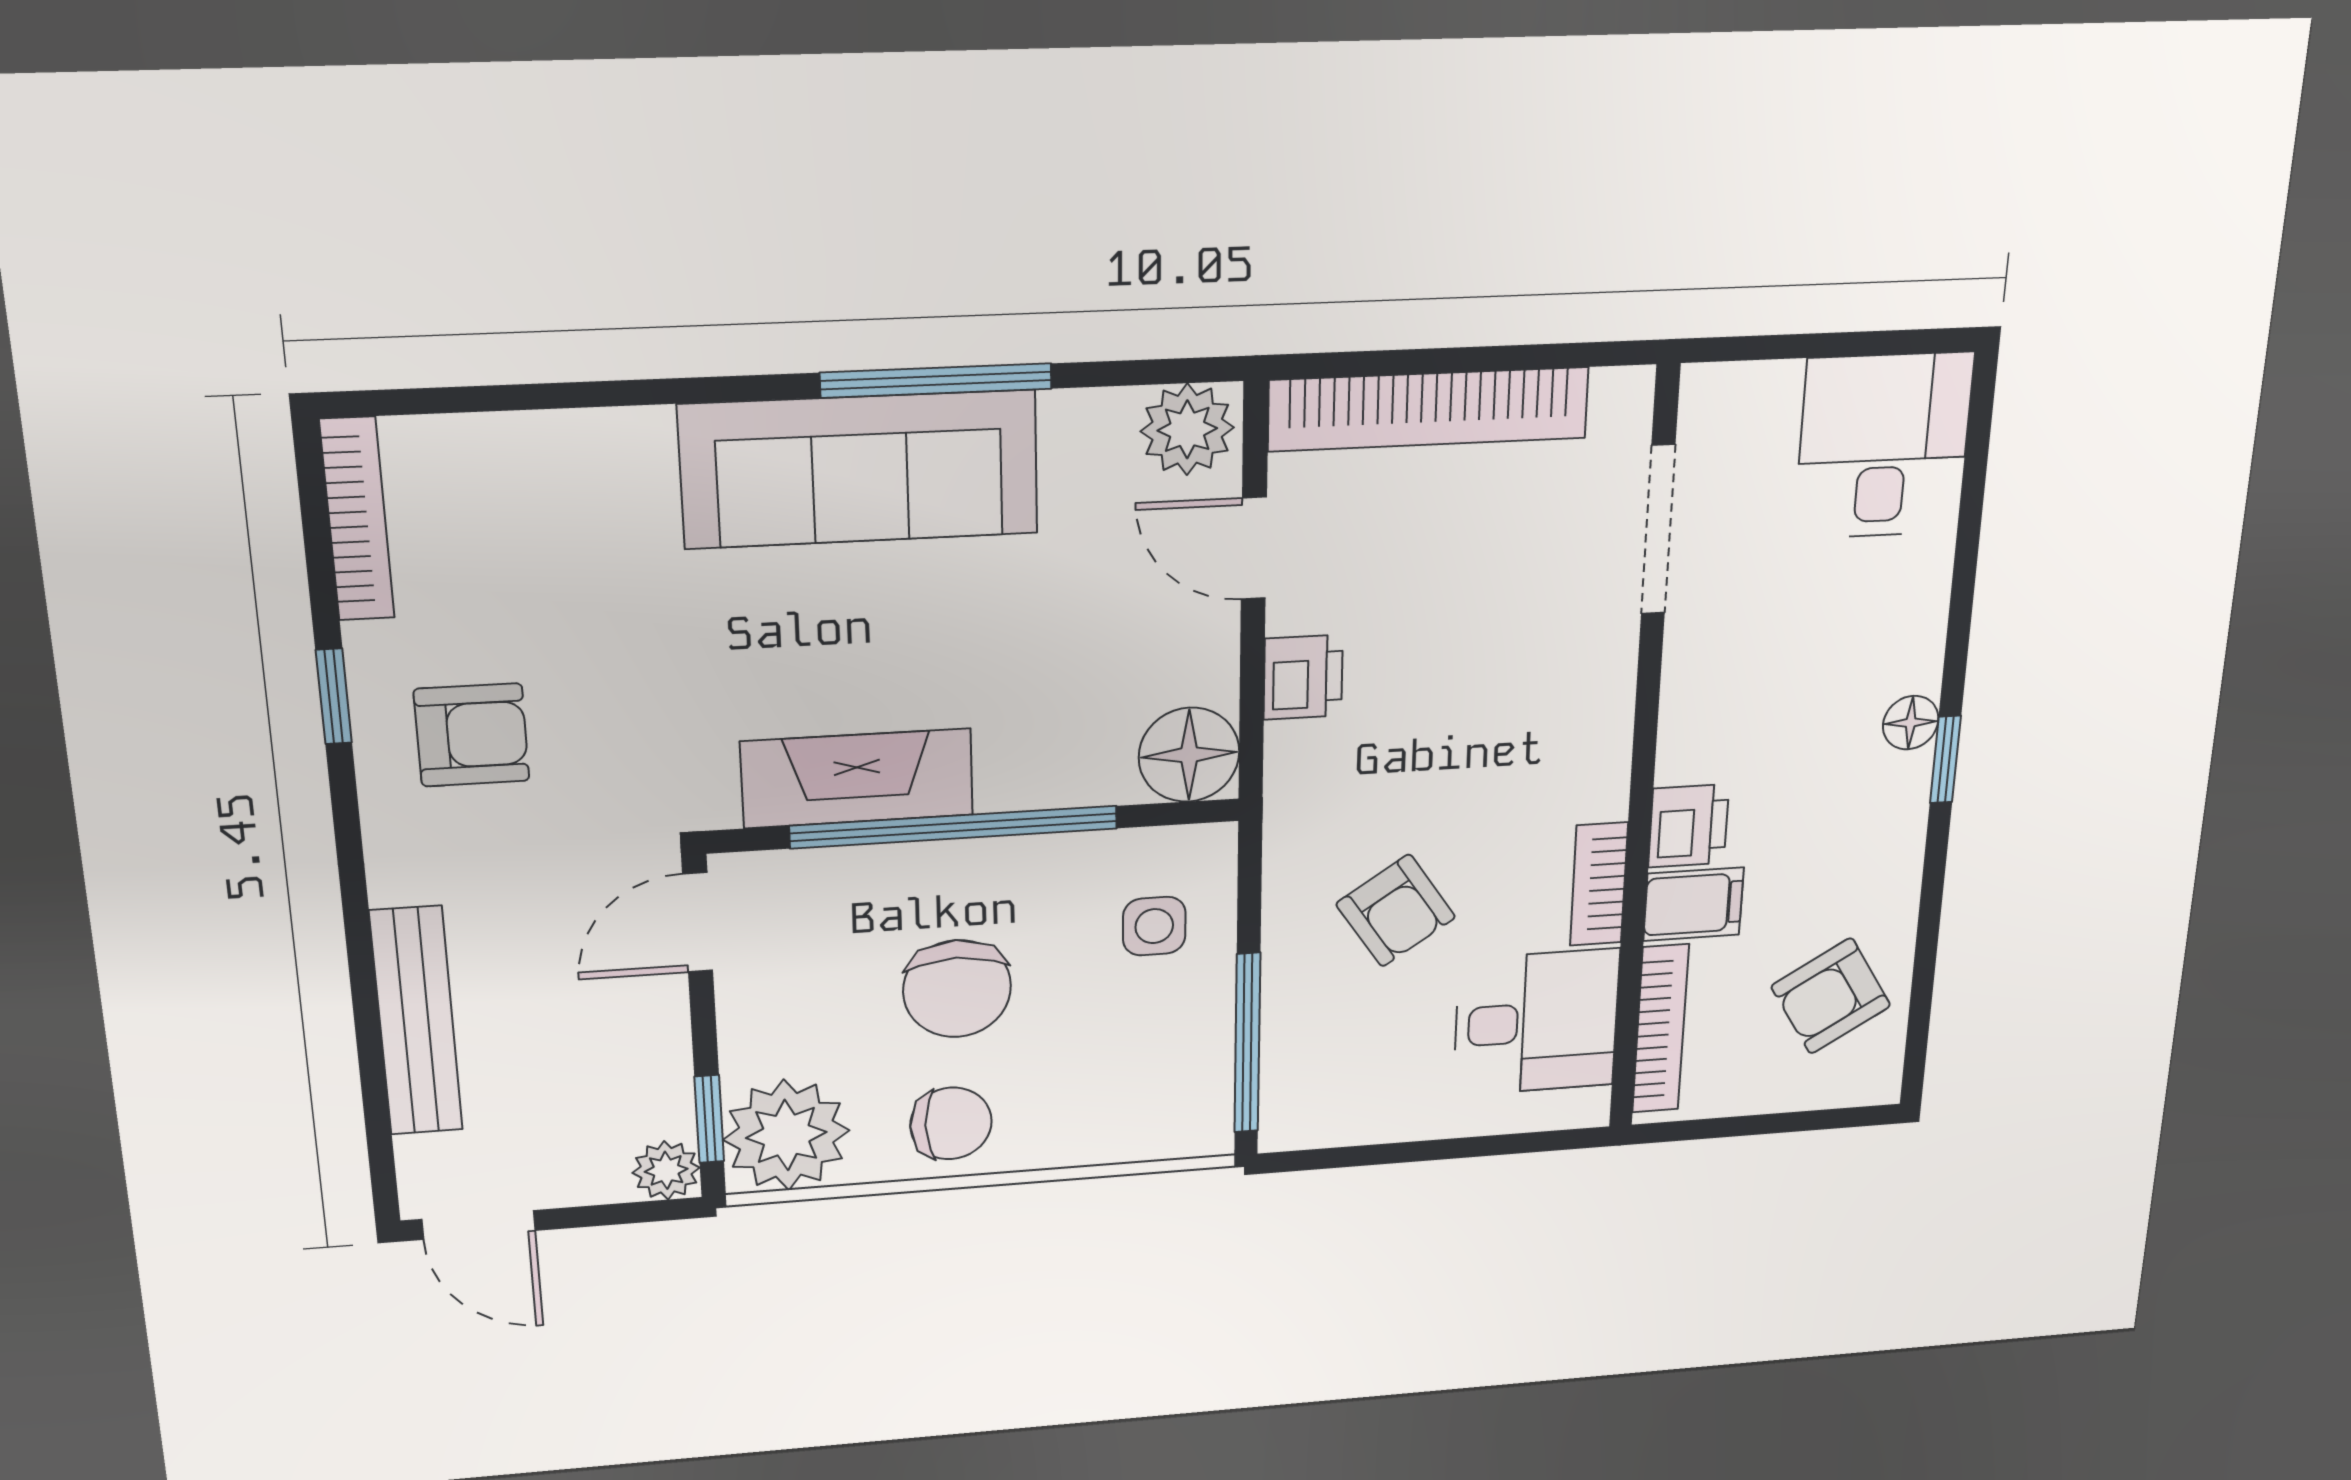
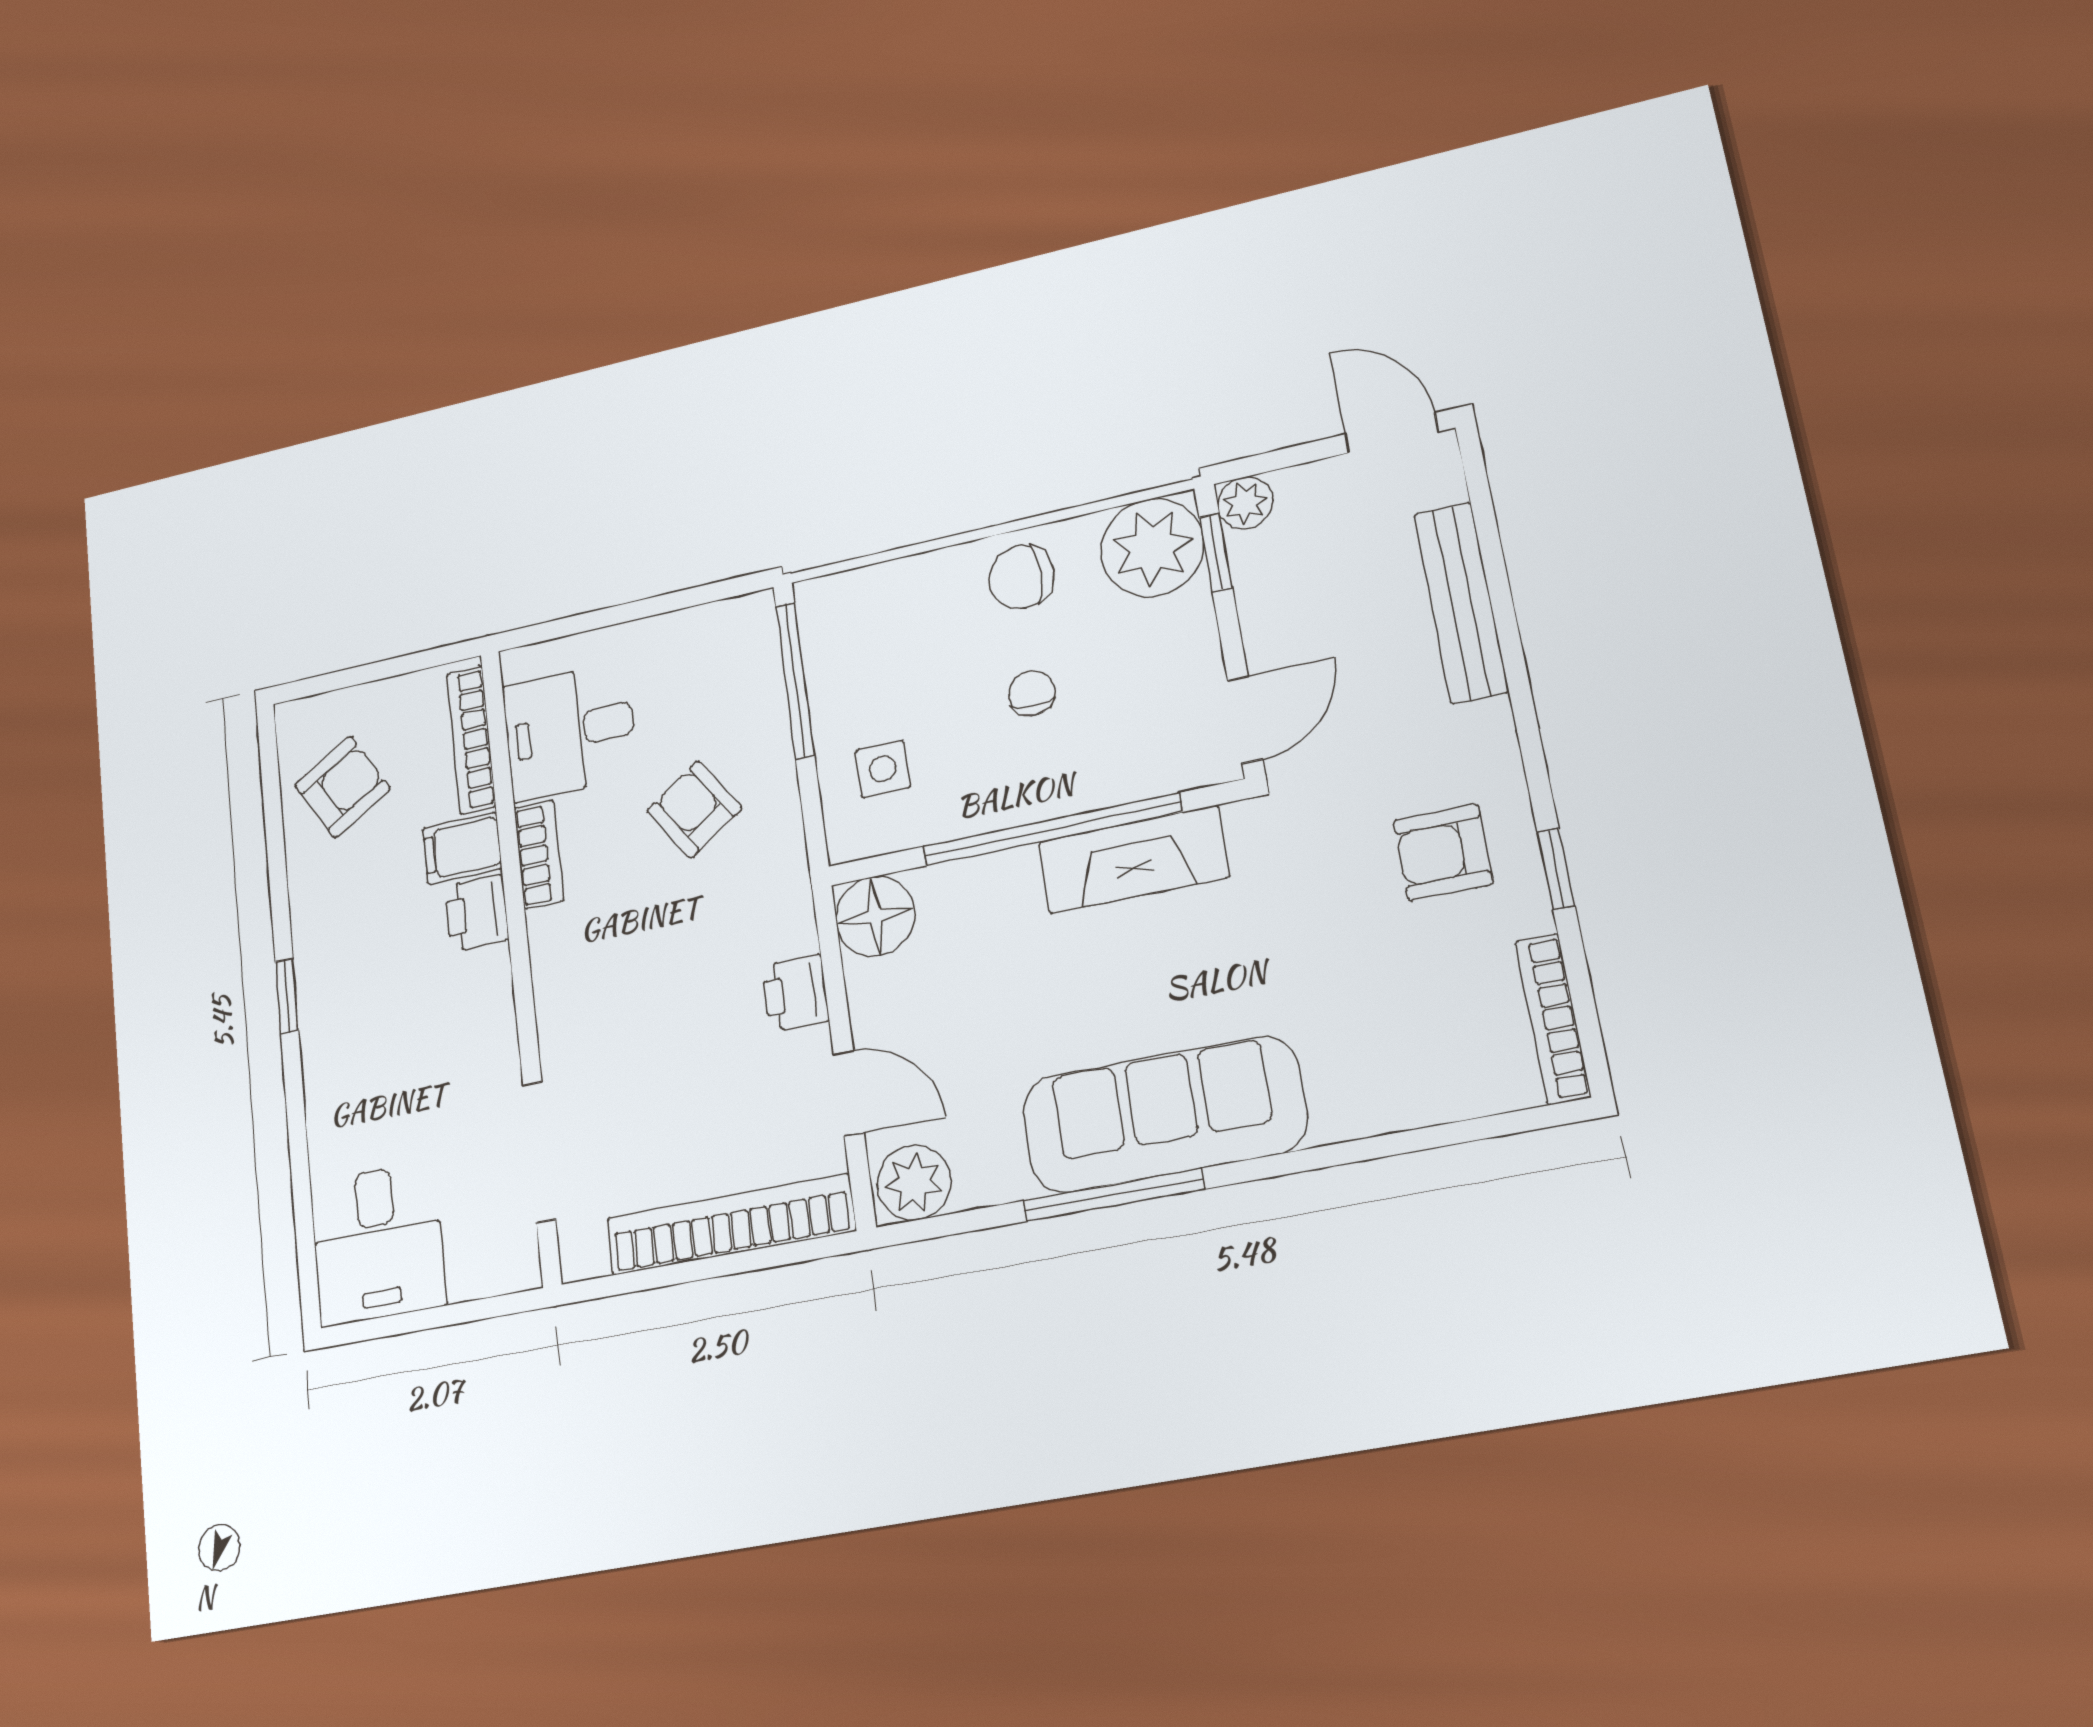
floor lamp: (1911, 723) -> (319, 1023), removed
chair: (957, 989) -> (1032, 693), width x0.54, depth x0.54

